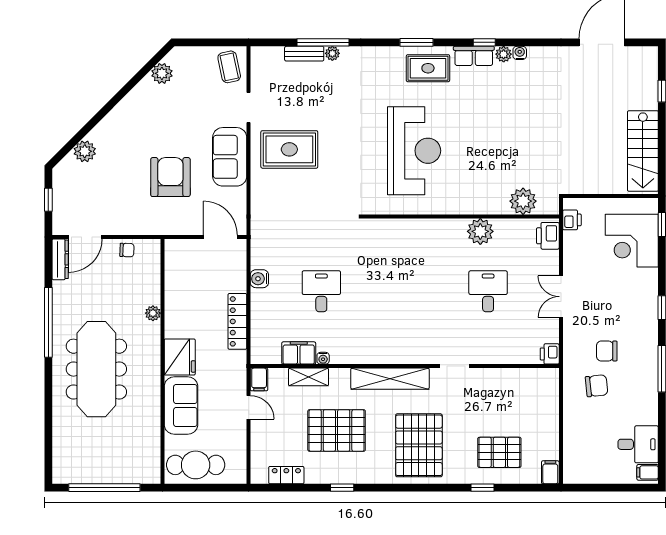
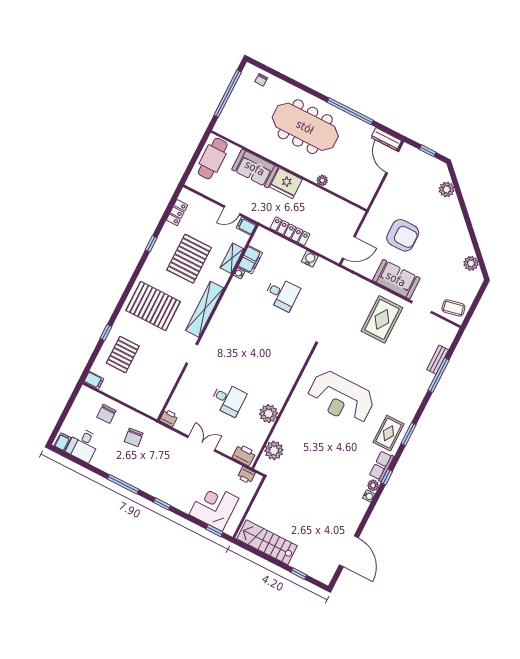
plant: (332, 53) -> (429, 377), removed
chair: (127, 250) -> (261, 80), moved
chair: (607, 351) -> (106, 414), moved, turned 180

